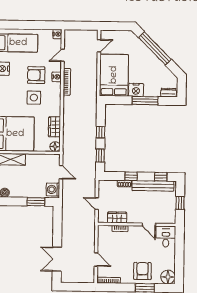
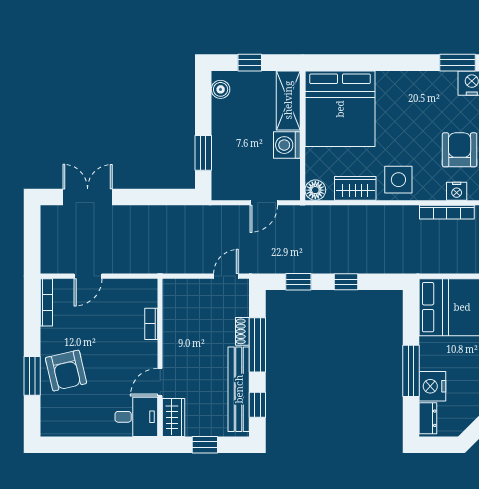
nightstand: (136, 90) -> (432, 386), moved
side table: (34, 98) -> (398, 180), moved
window: (131, 176) -> (257, 345), width x2.17
washing machine: (53, 189) -> (287, 145), moved, turned -90
door: (97, 204) -> (226, 276), moved
wardrobe: (117, 217) -> (174, 417), moved
armchair: (142, 271) -> (66, 371), turned 77
floor lamp: (168, 277) -> (55, 422), removed

